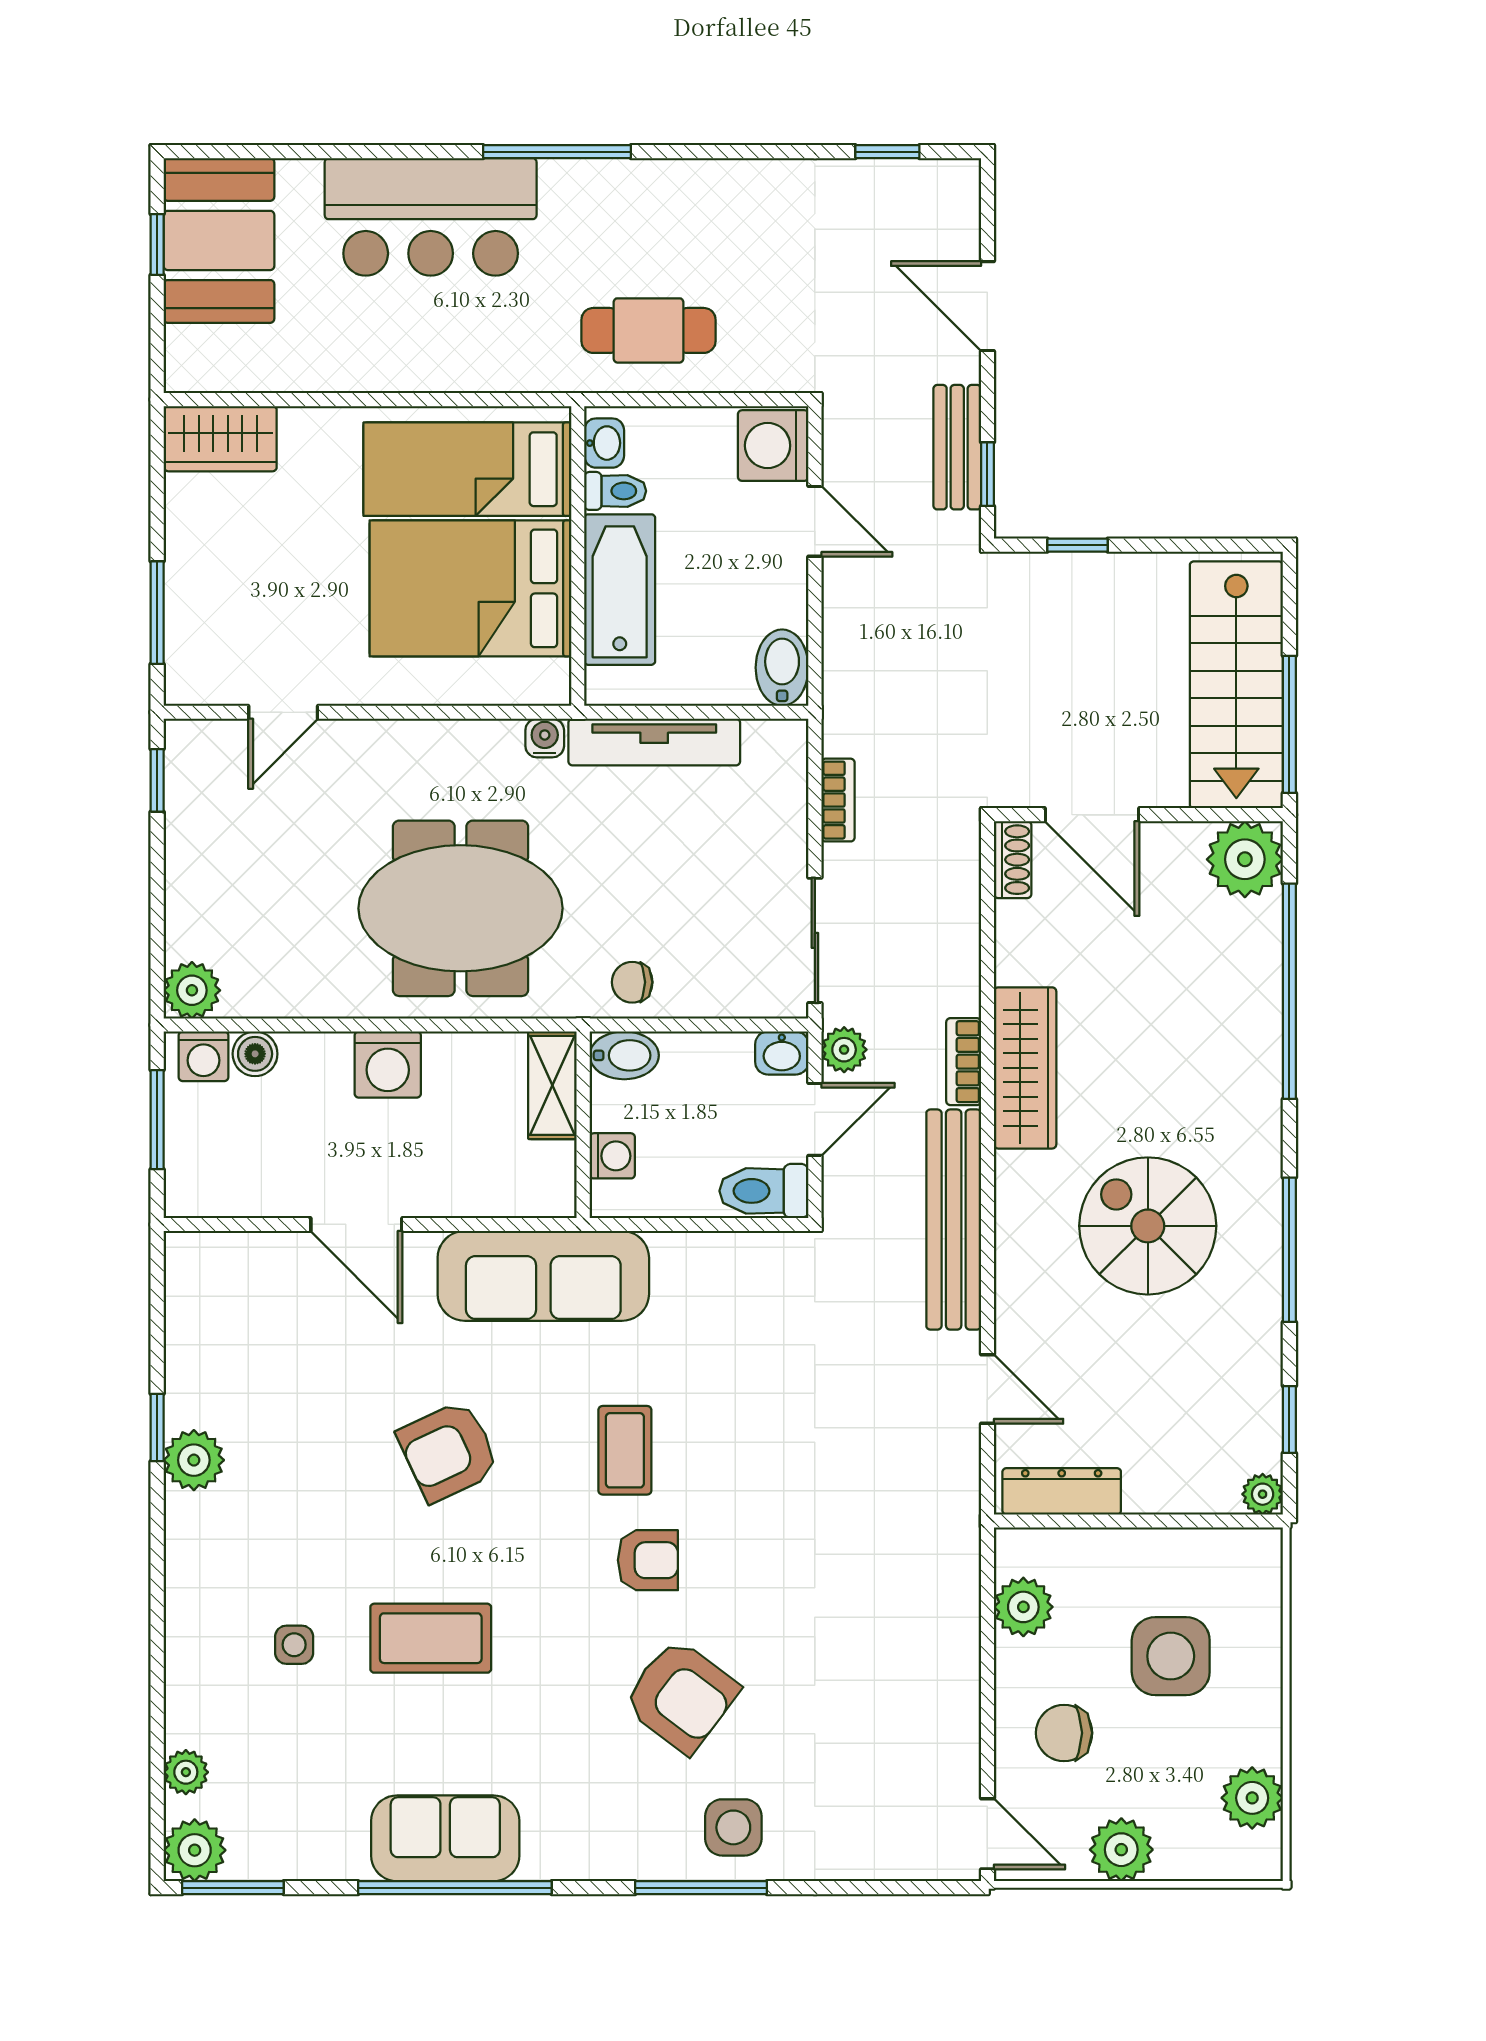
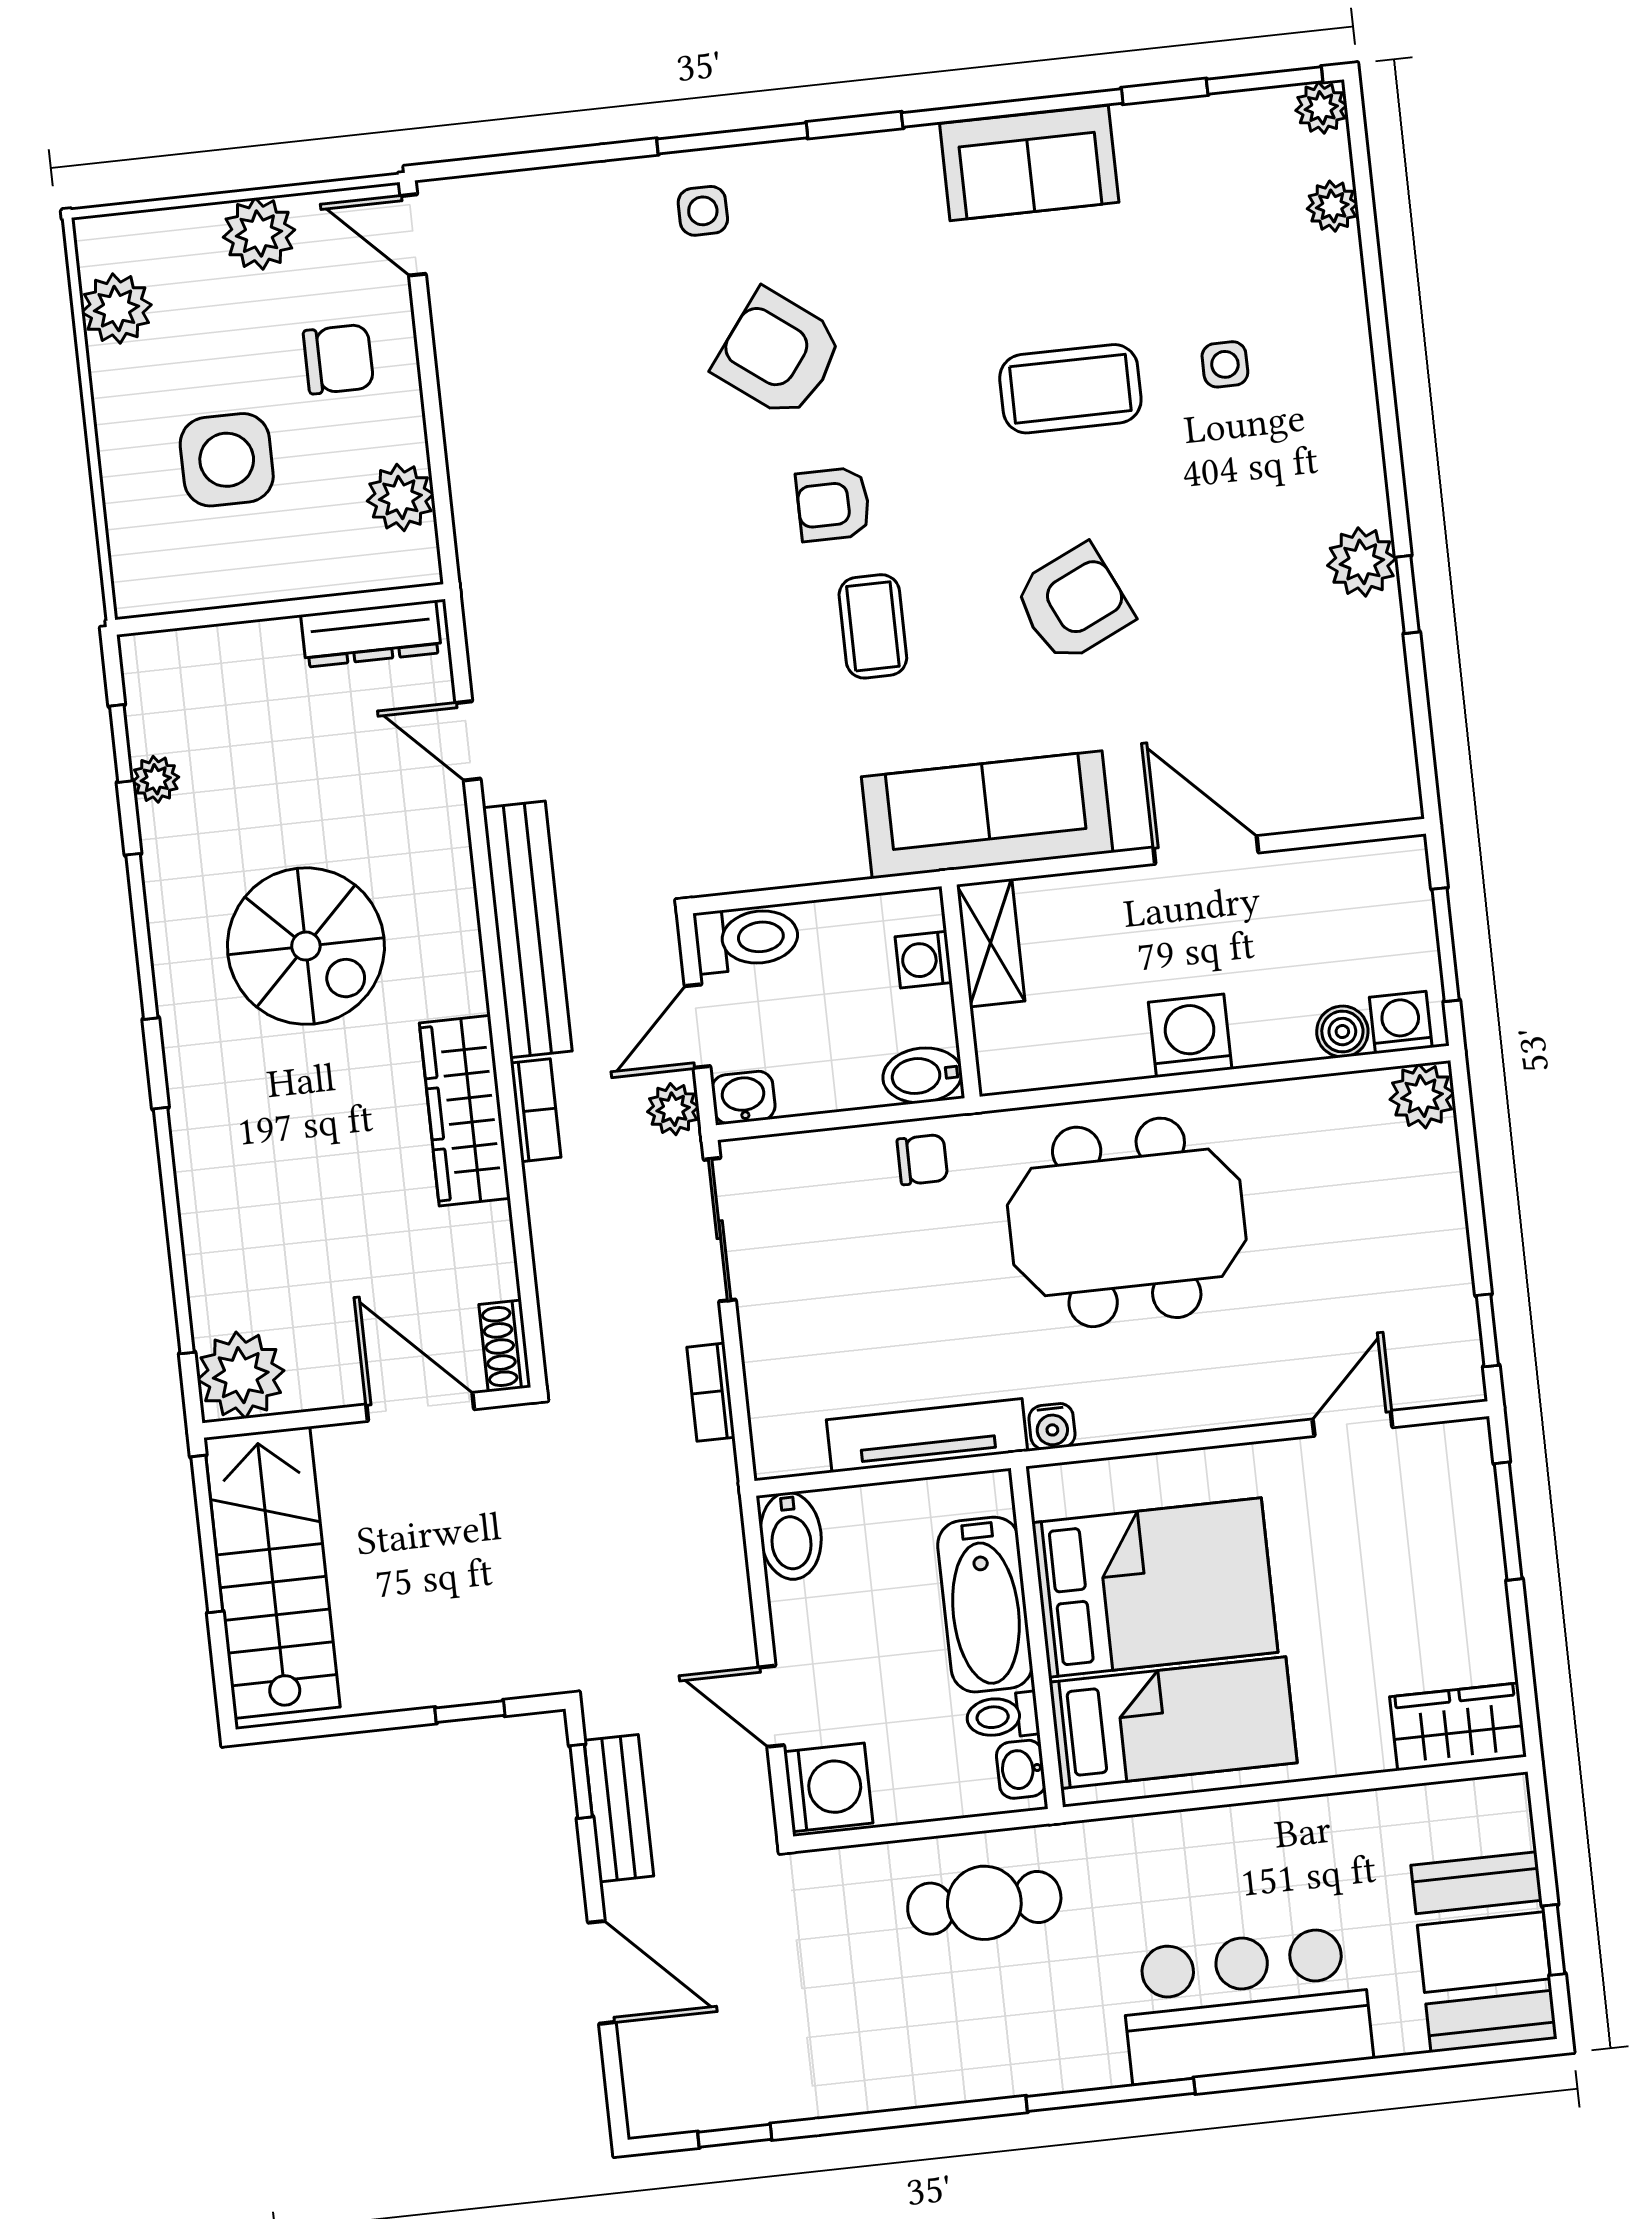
shelving: (552, 1085) -> (991, 943), moved
plant: (1263, 1494) -> (156, 779), moved
side table: (733, 1827) -> (703, 211), width x0.73, depth x0.73
plant: (195, 1850) -> (1321, 108), width x0.73, depth x0.73

